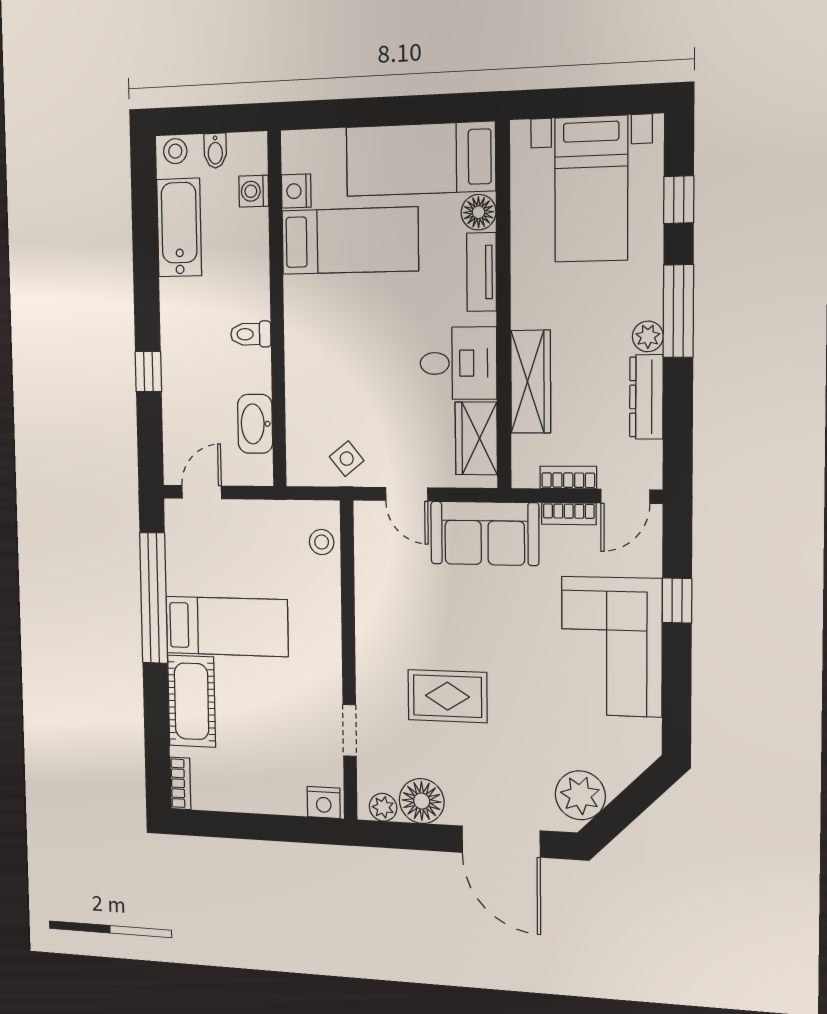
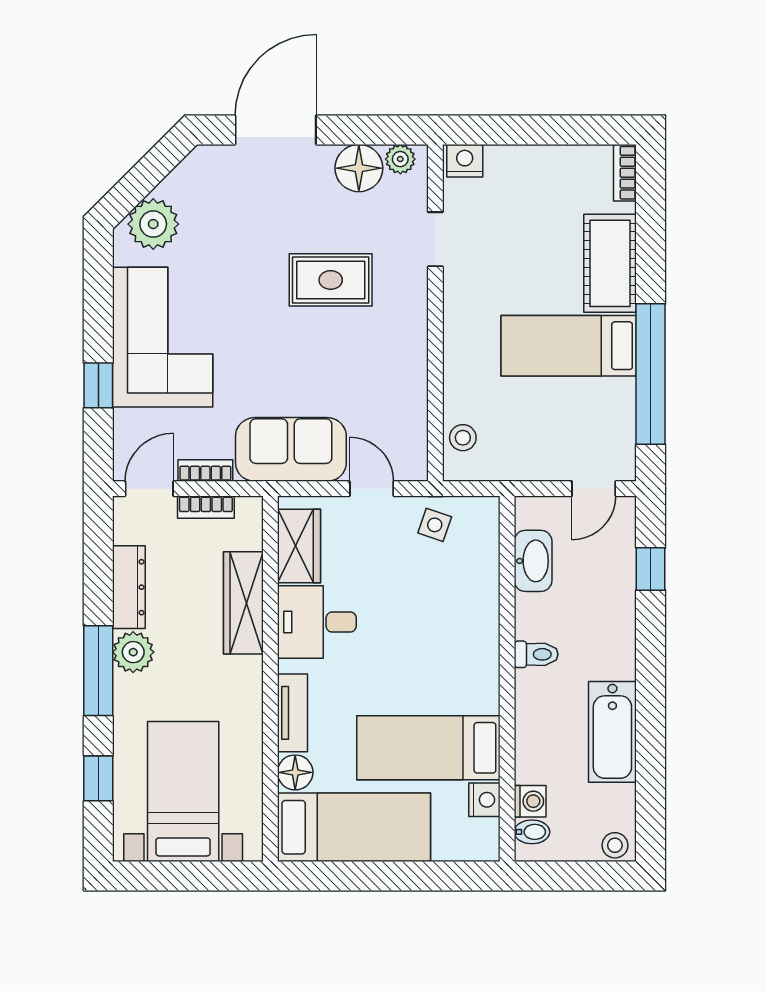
bidet: (215, 151) -> (532, 832), moved, turned 90
bathtub: (179, 228) -> (612, 732), moved
plant: (648, 336) -> (133, 652), width x1.38, depth x1.38
window: (148, 372) -> (651, 569), moved
side table: (347, 459) -> (435, 525), turned -32
plant: (580, 795) -> (153, 224), moved
door: (501, 842) -> (276, 130), hinge flipped

